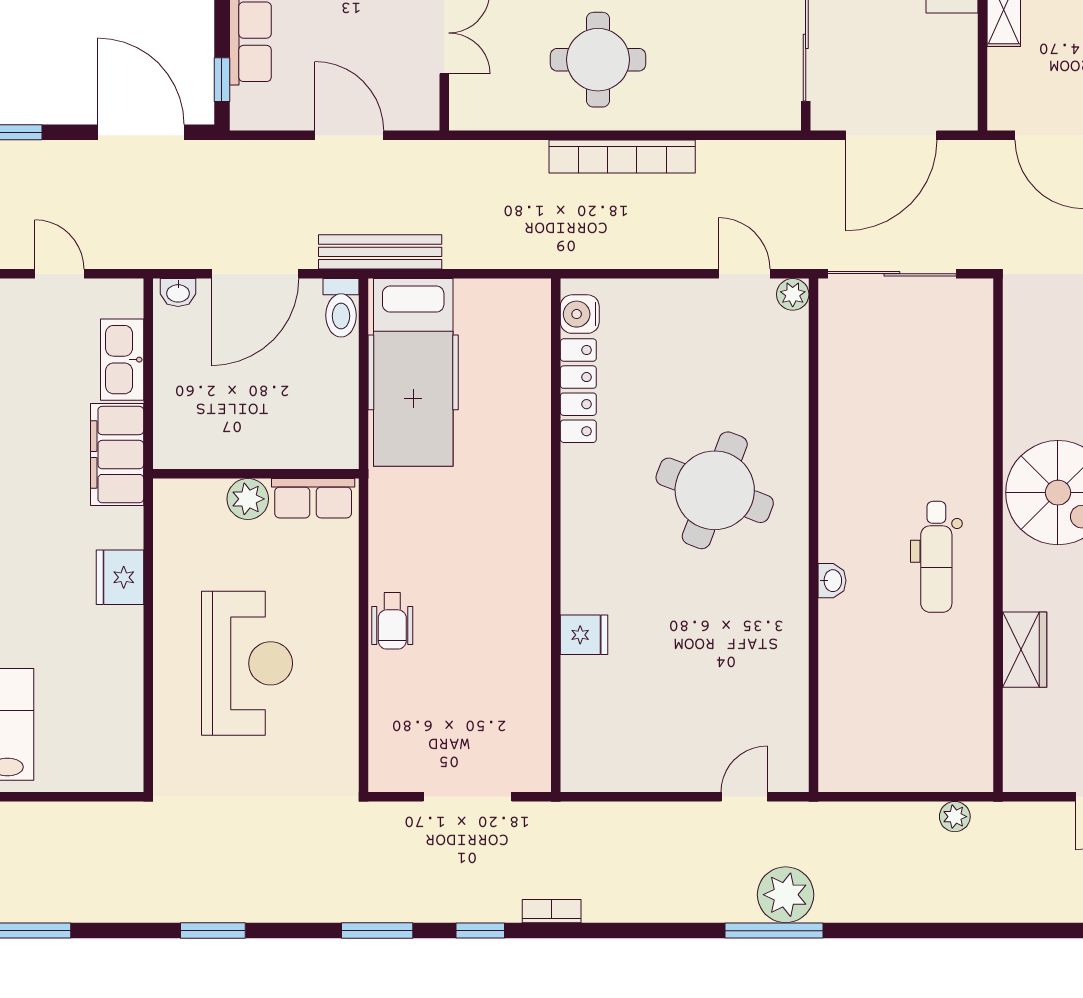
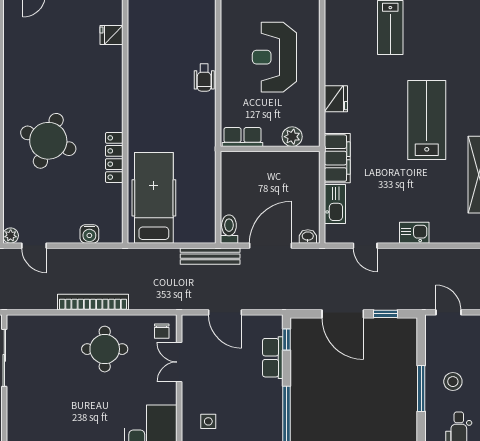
chair: (480, 97) -> (162, 331), added
door: (141, 132) -> (343, 314), moved
water cooler: (580, 314) -> (89, 234), moved, turned 90
hospital bed: (413, 372) -> (154, 198), moved
locker: (578, 391) -> (114, 157), moved
plant: (248, 499) -> (292, 137), moved
wheelchair: (392, 621) -> (204, 78), turned 180
fridge: (584, 635) -> (111, 35), moved

